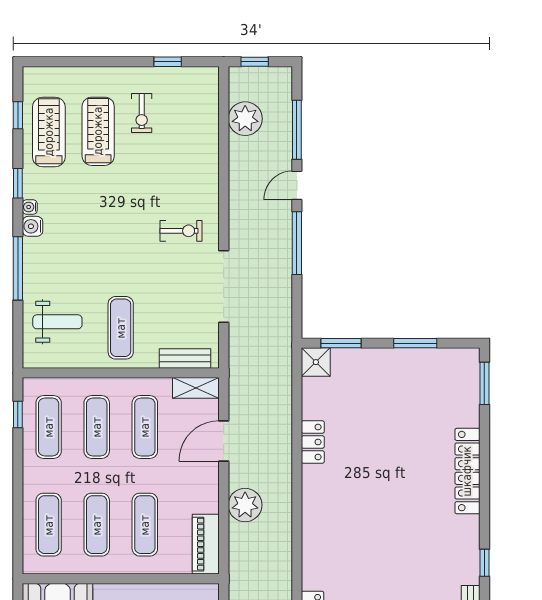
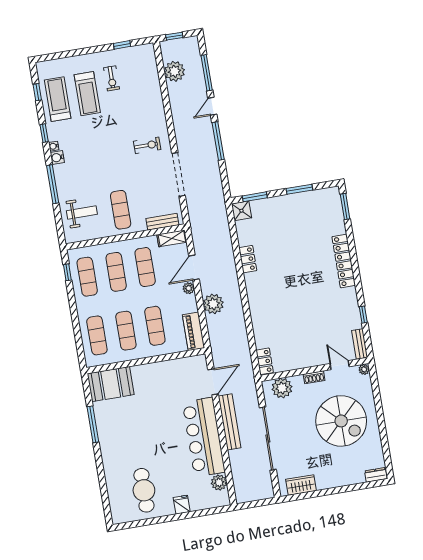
treadmill: (98, 131) -> (87, 94), turned 180
plant: (210, 473) -> (189, 288), added

